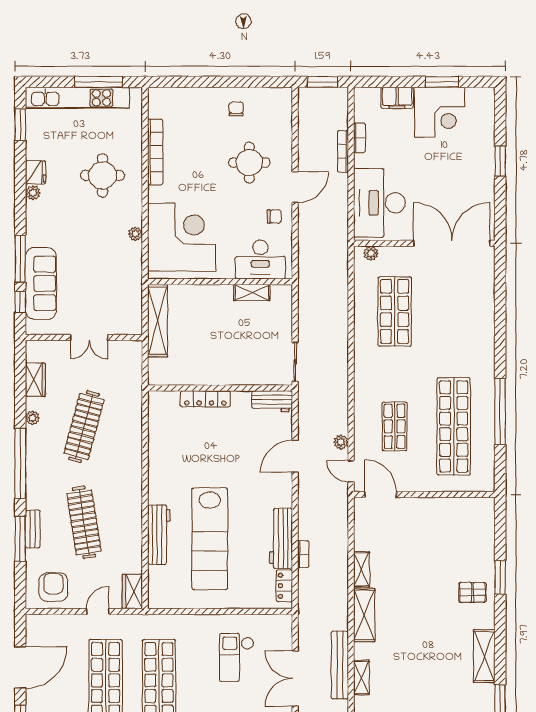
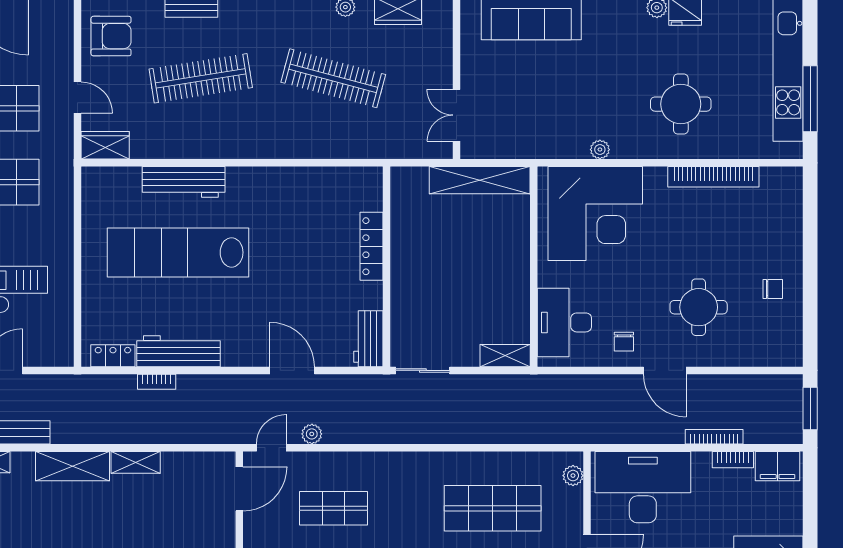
filing cabinet: (397, 98) -> (778, 466), moved, turned -90
shelving: (252, 292) -> (505, 356), moved, turned 90
double door: (89, 337) -> (456, 115), moved

